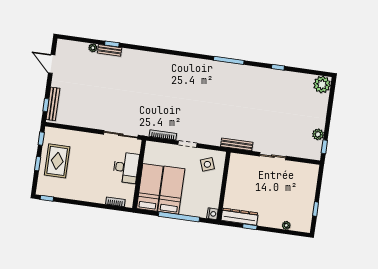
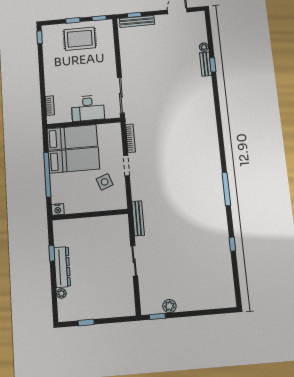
plant: (322, 85) -> (226, 298), removed
side table: (207, 164) -> (105, 182), moved
dresser: (240, 217) -> (62, 267), moved

